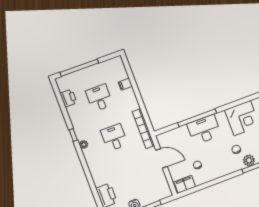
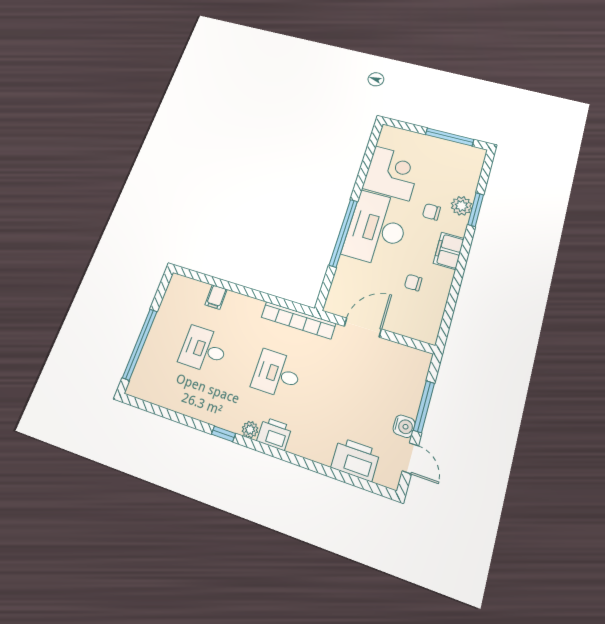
printer: (68, 98) -> (274, 434), moved
desk: (204, 130) -> (377, 229), width x1.36, depth x1.30
filing cabinet: (185, 184) -> (449, 251), moved

